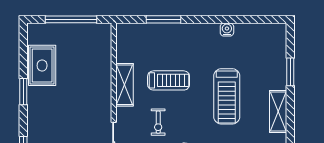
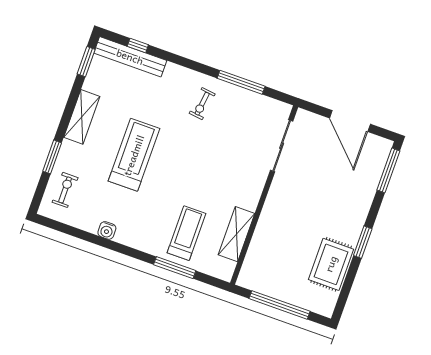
treadmill: (169, 80) -> (186, 233), moved, turned 90
shelving: (124, 85) -> (236, 234), moved
exercise bike: (158, 122) -> (65, 190), moved

